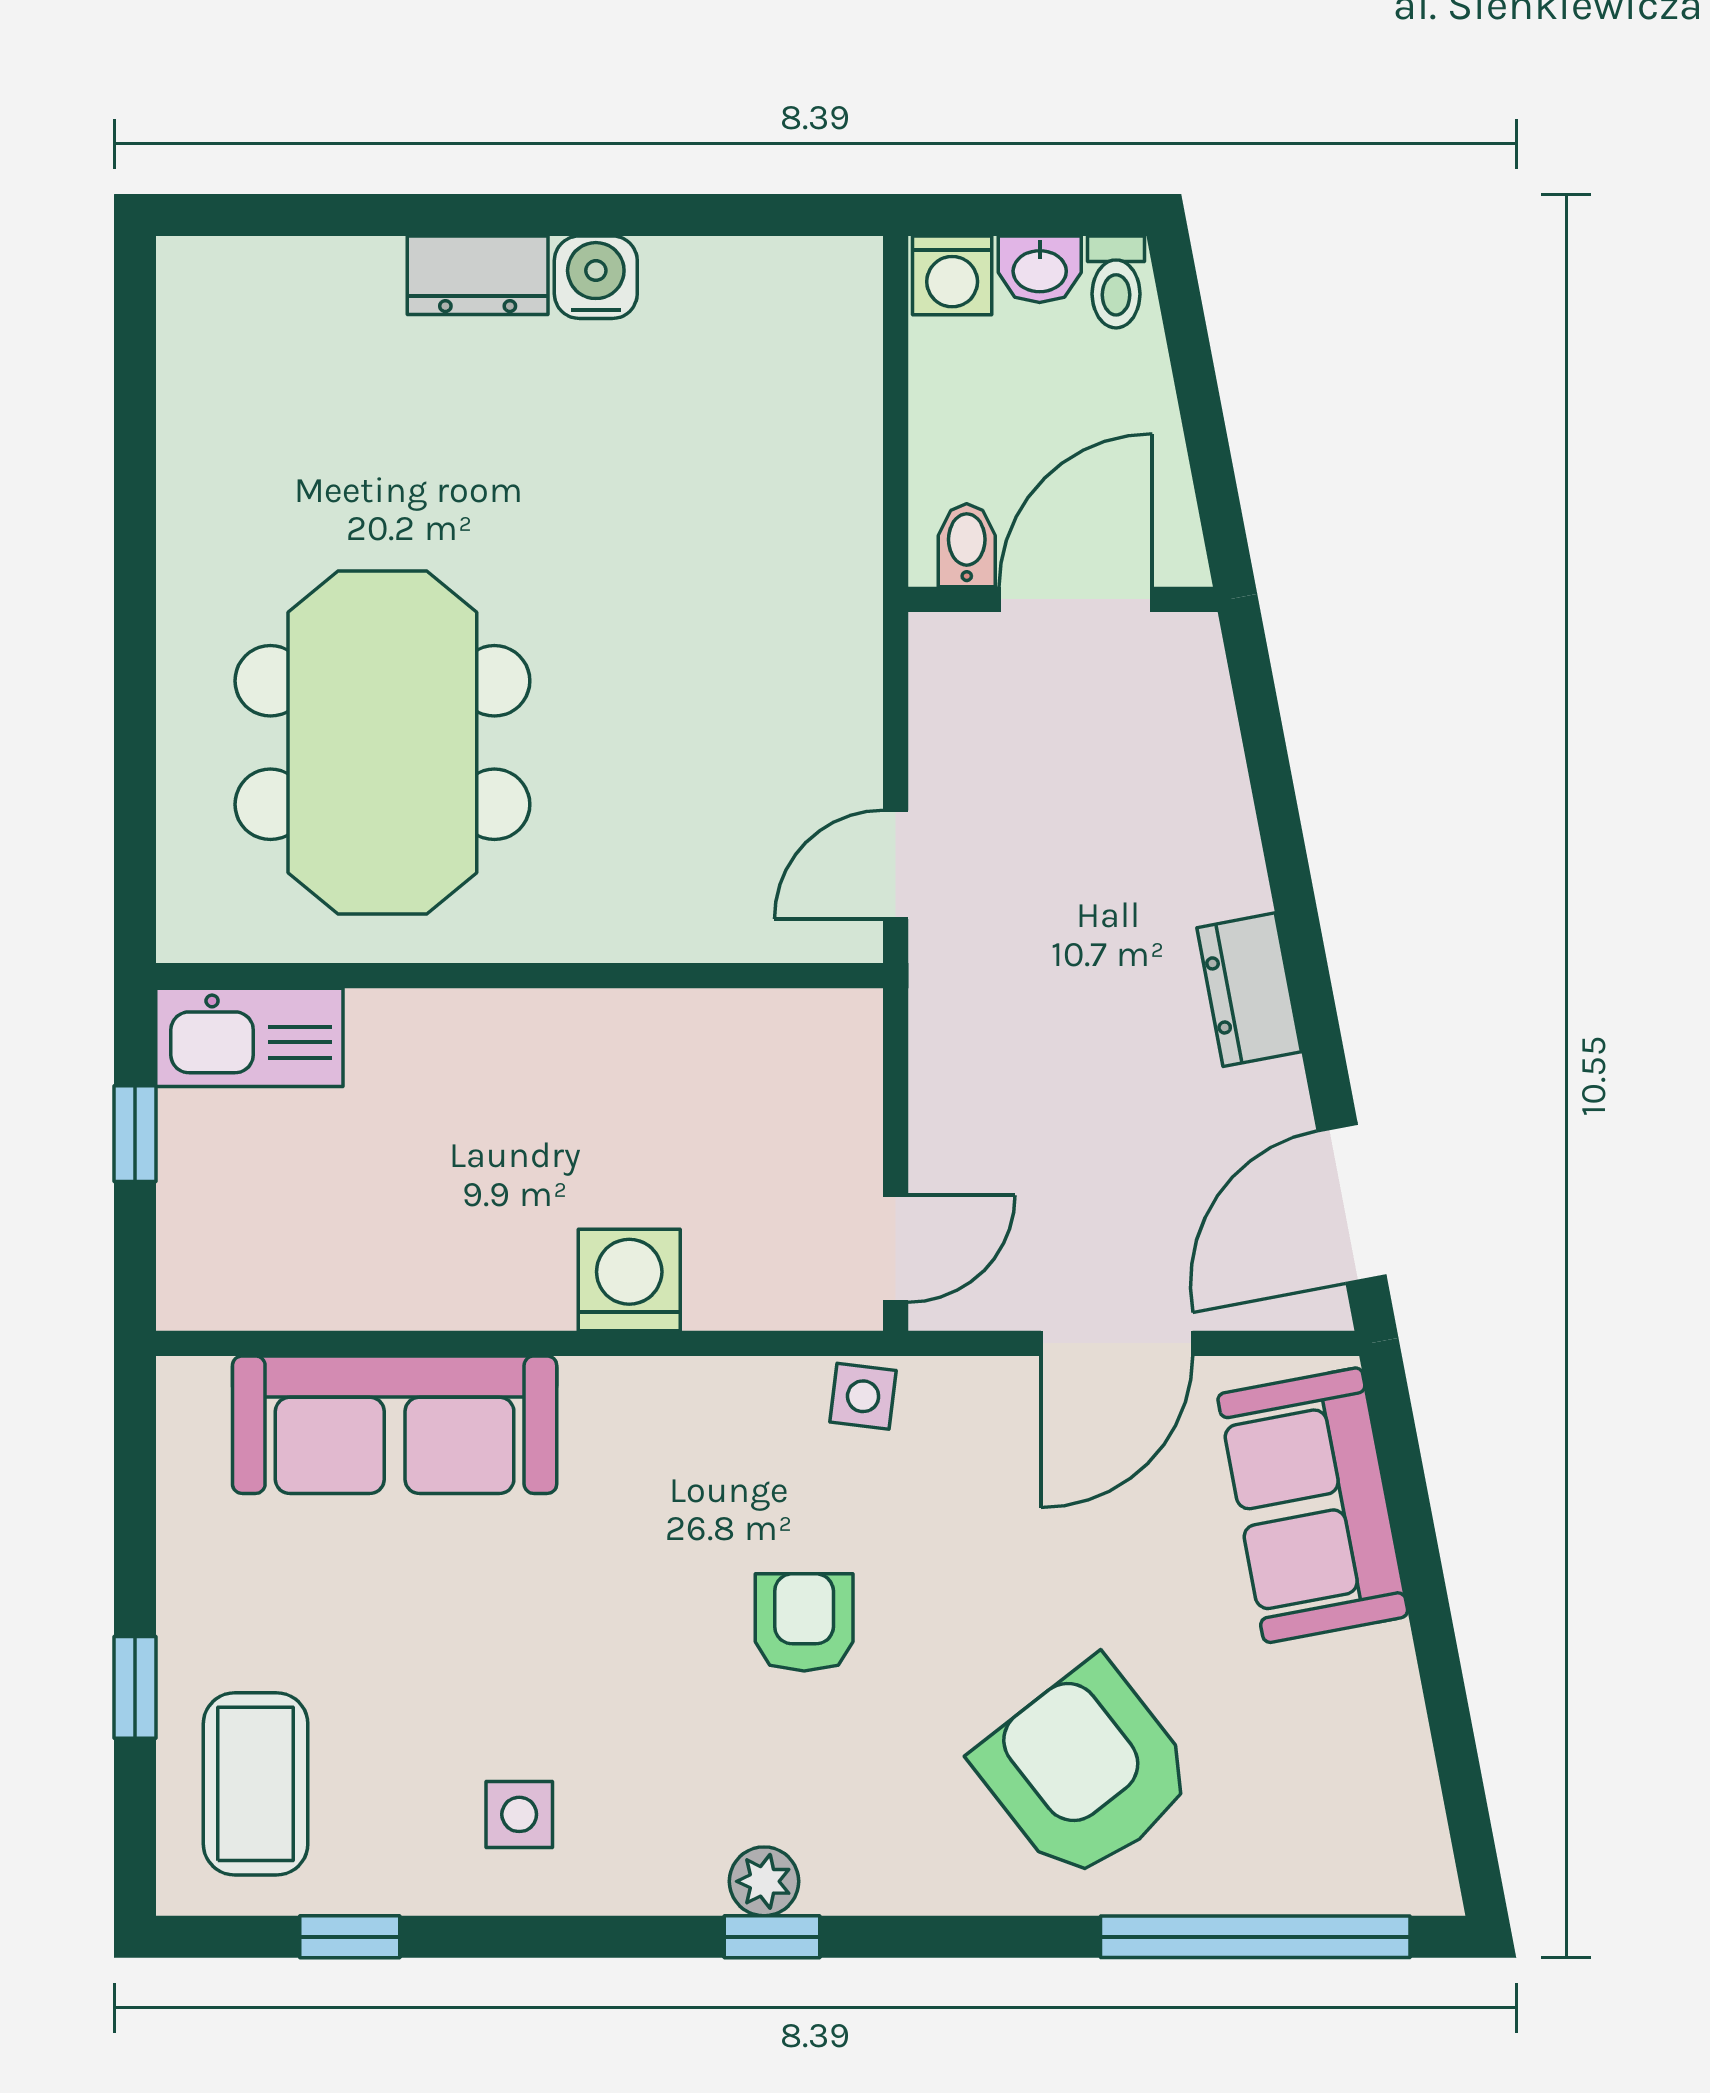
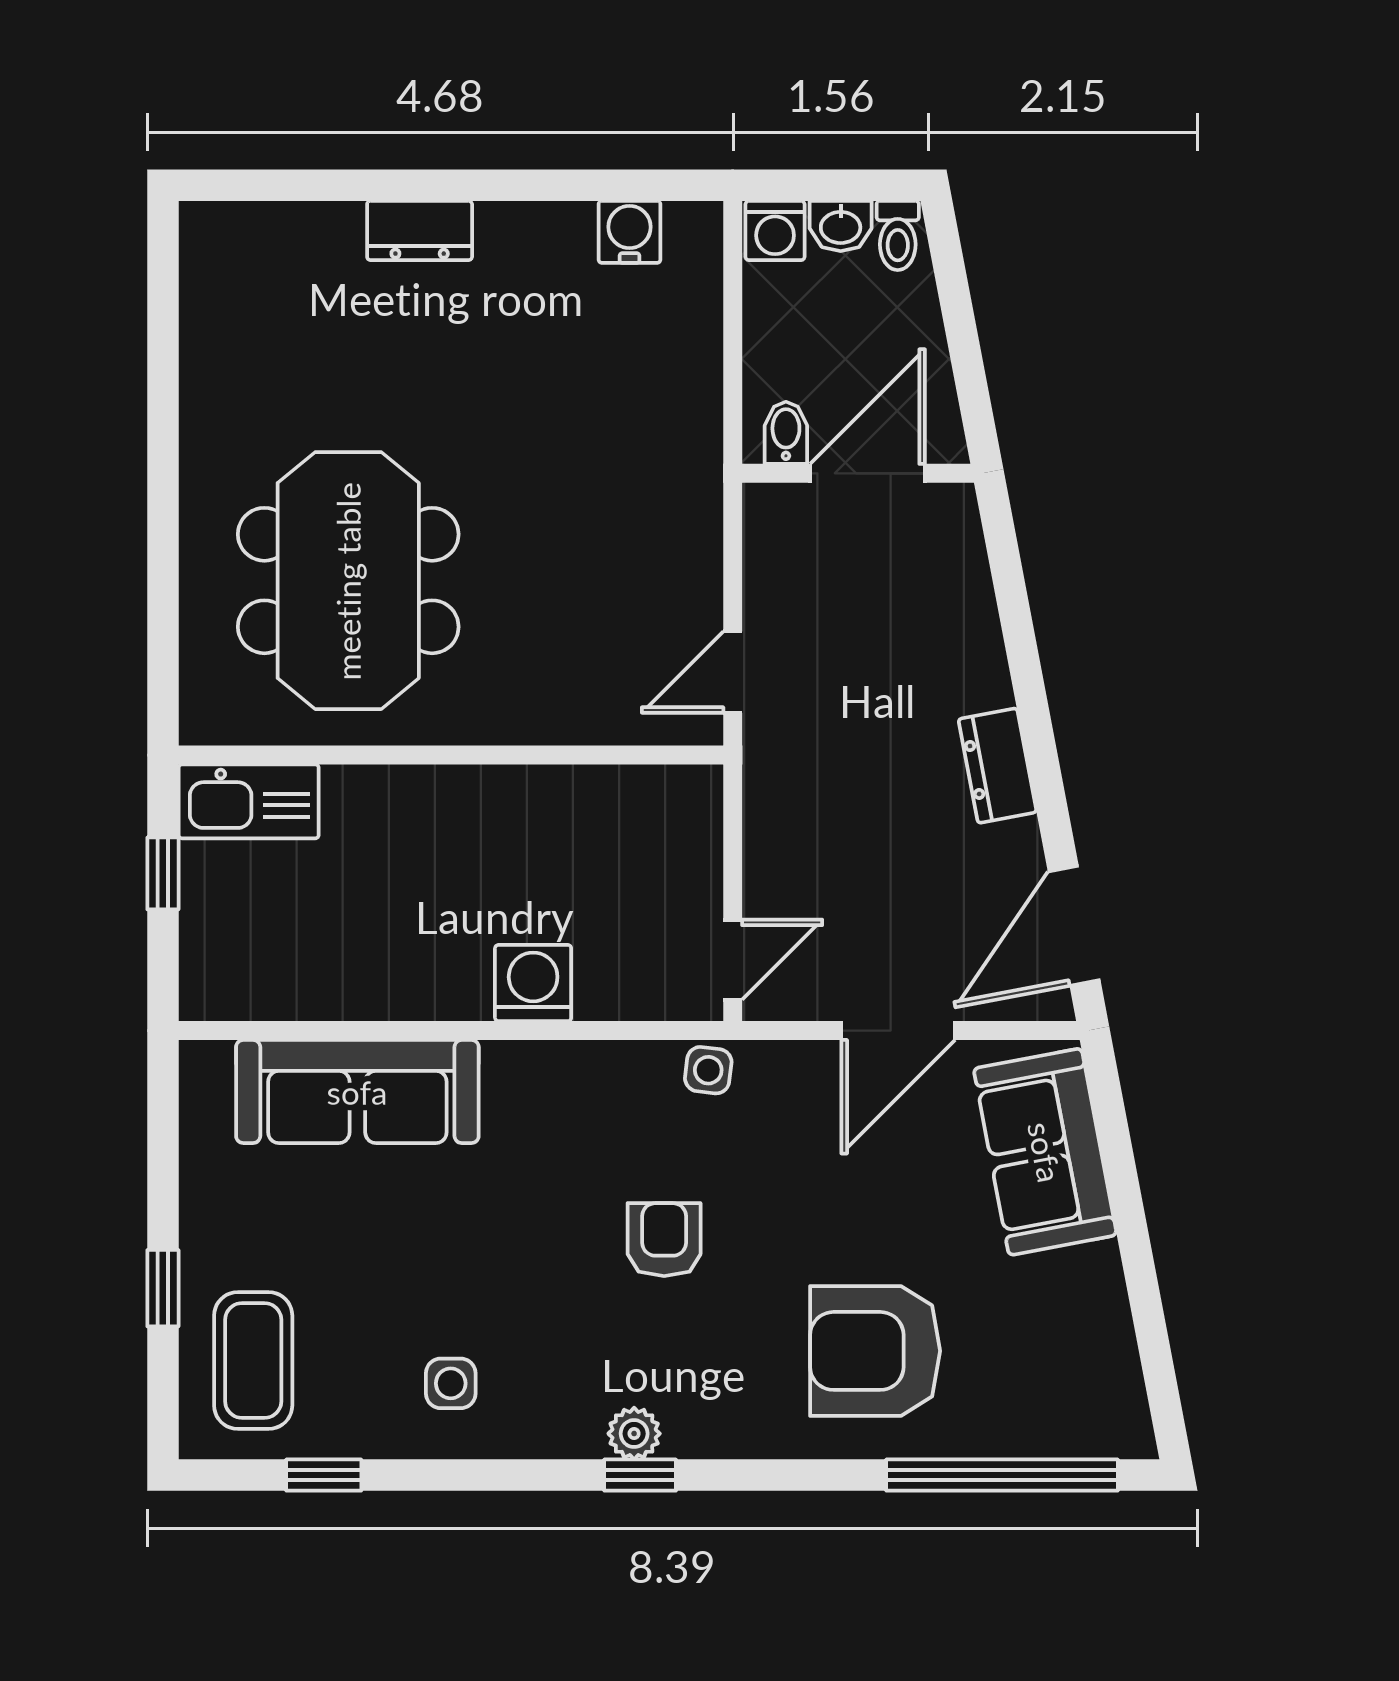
water cooler: (596, 277) -> (629, 232), moved
armchair: (1086, 1771) -> (875, 1351), turned -52

